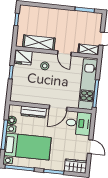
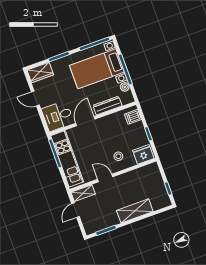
shelving: (39, 43) -> (135, 211), moved
dishwasher: (17, 92) -> (133, 117), added

